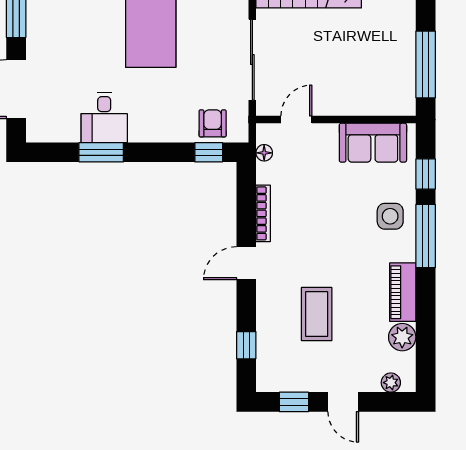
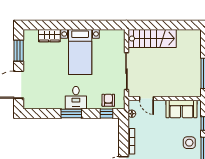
desk: (104, 118) -> (76, 98), moved
door: (296, 120) -> (147, 99), swing flipped
window: (101, 152) -> (71, 113), moved

